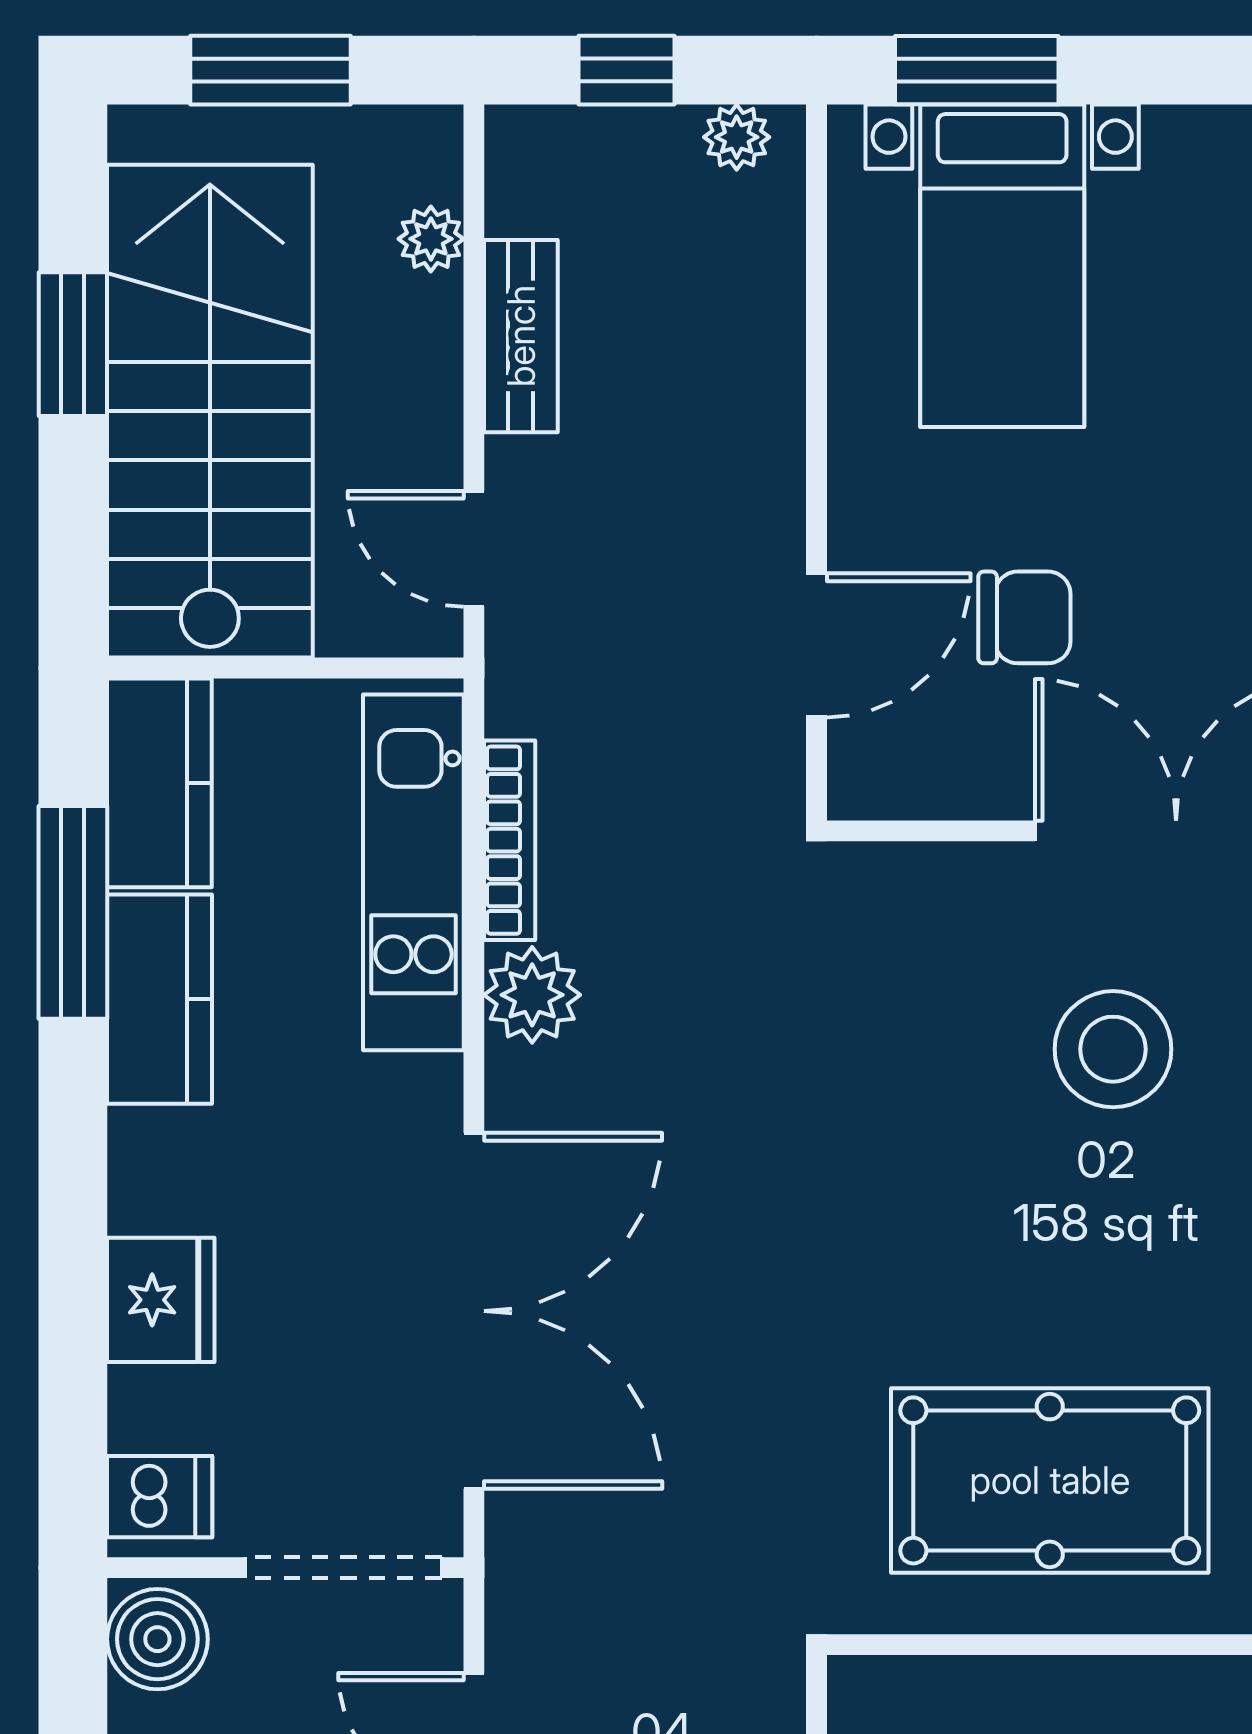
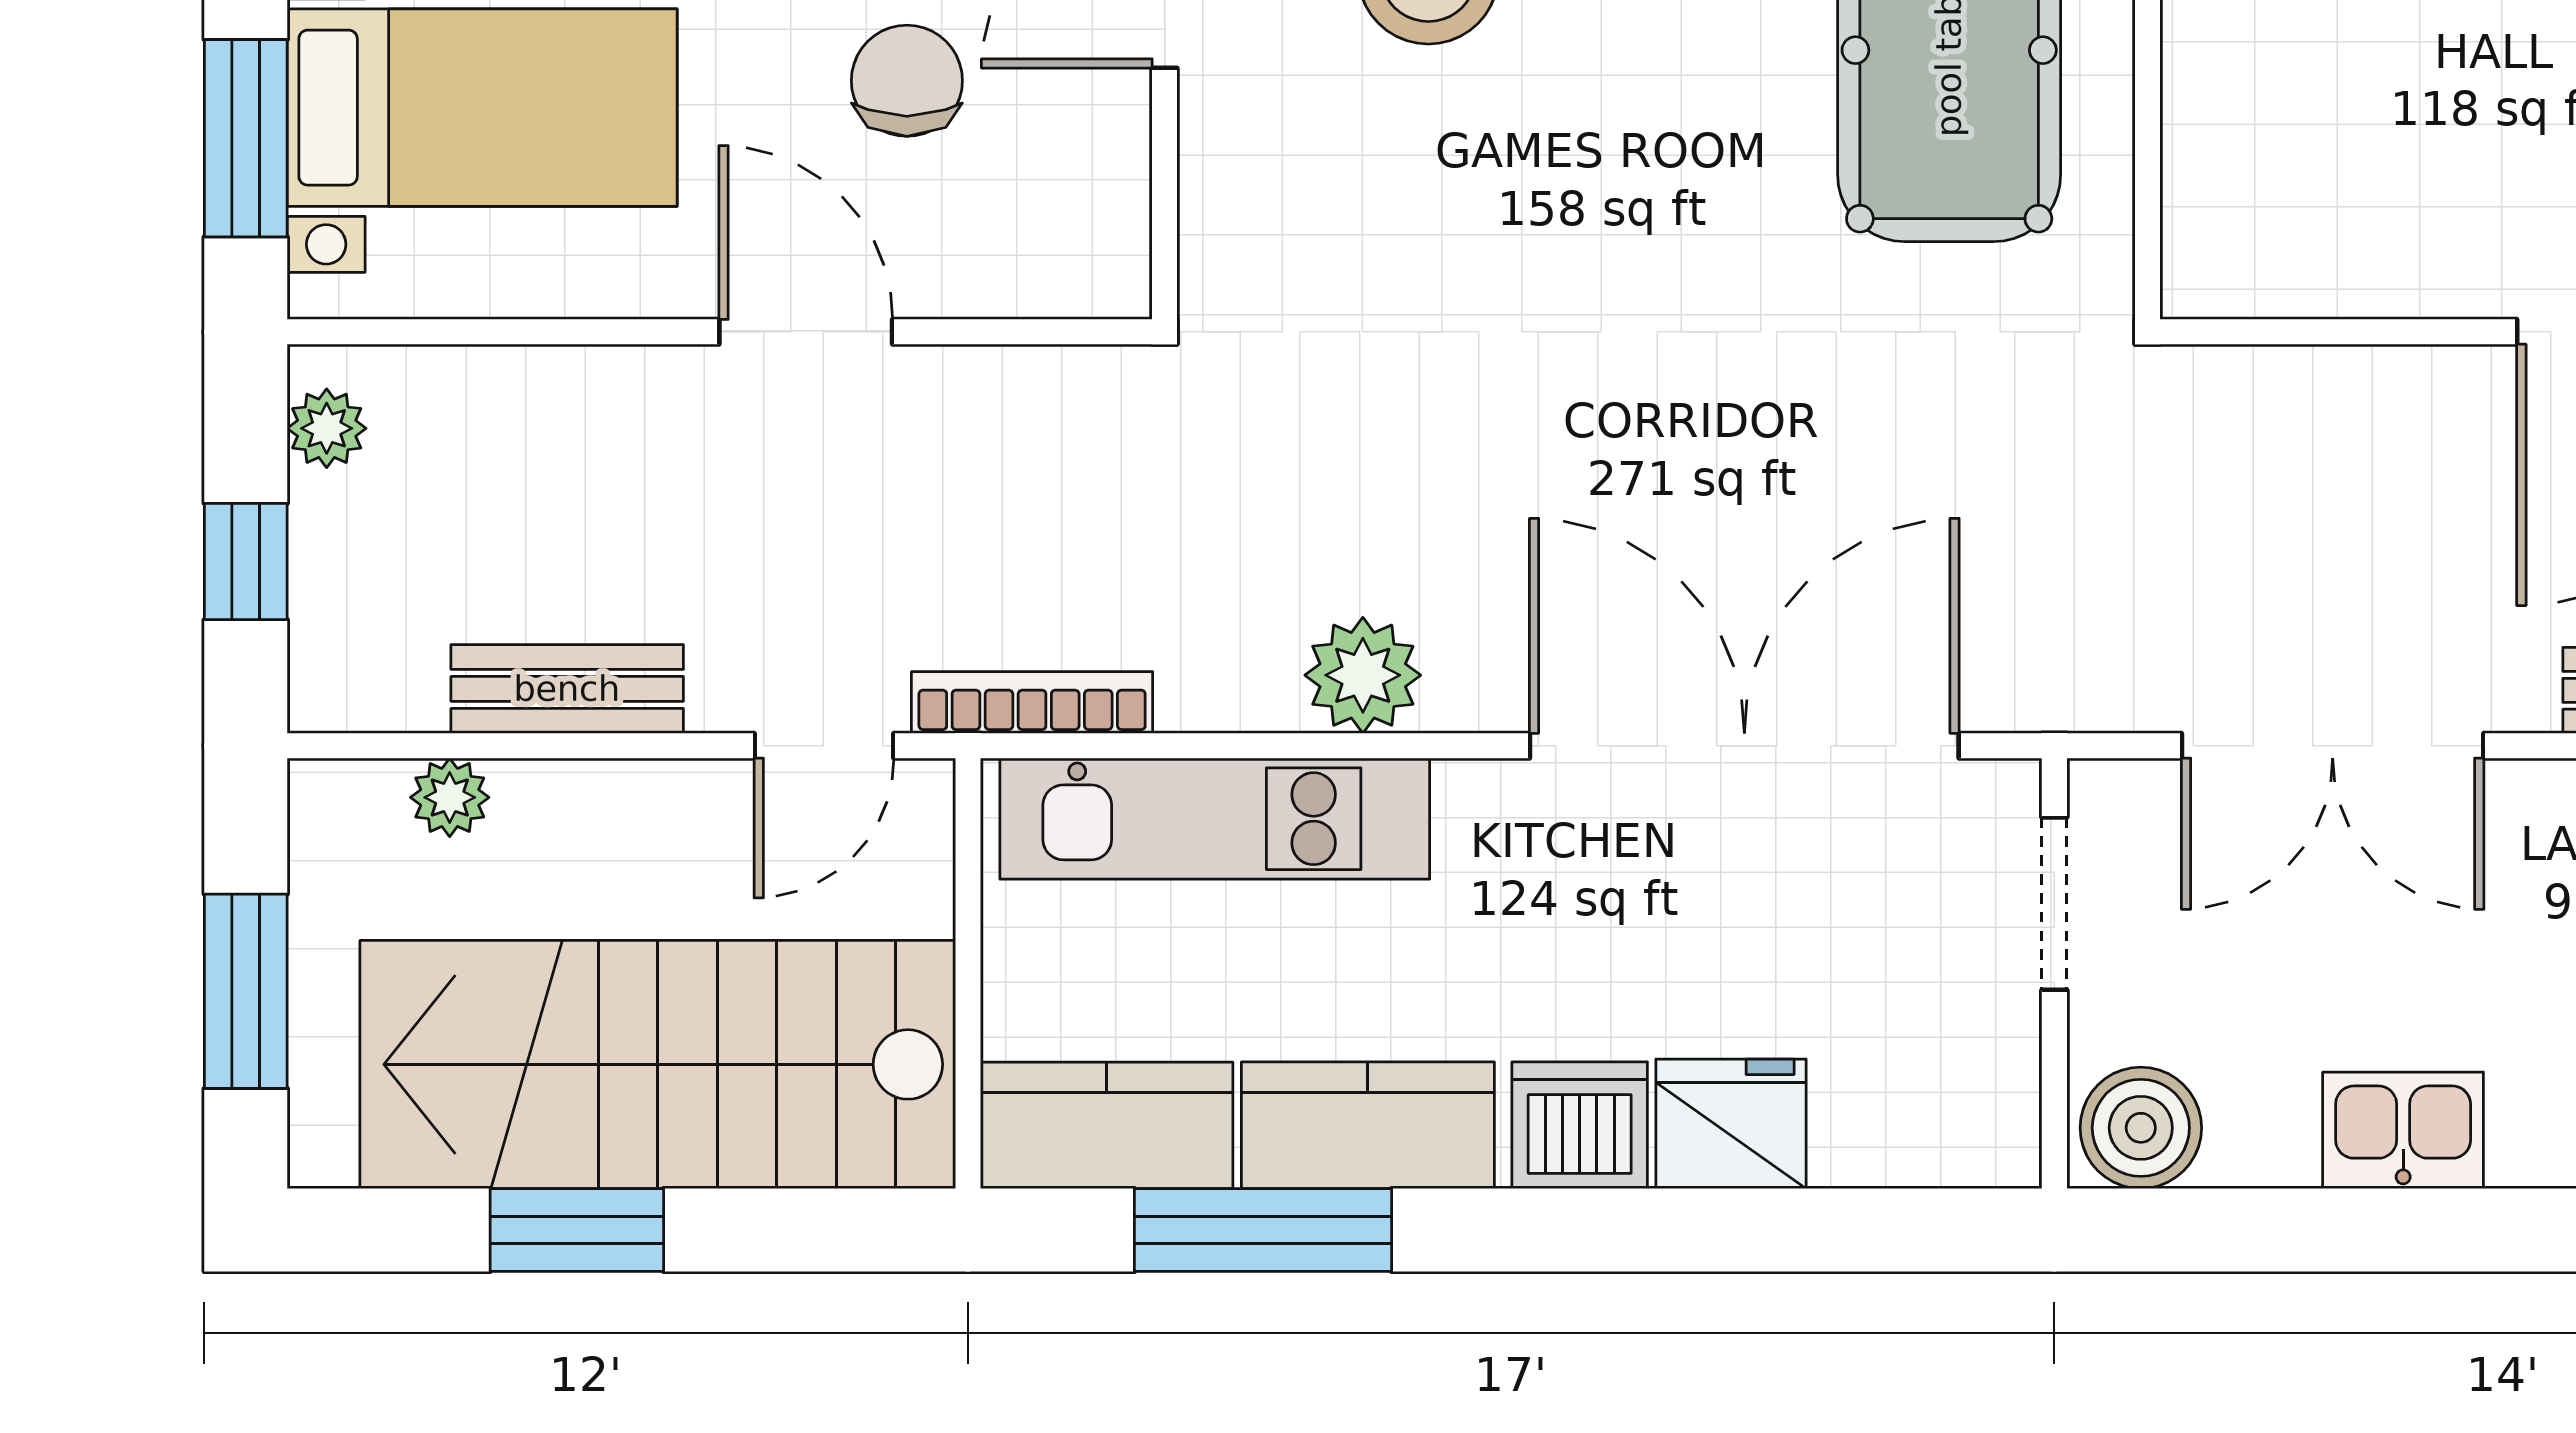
door: (817, 645) -> (806, 332), moved
bookcase: (510, 840) -> (1032, 702), moved
dishwasher: (160, 1497) -> (1580, 1125), moved, width x1.38
doorway: (343, 1568) -> (2054, 904), width x0.73

